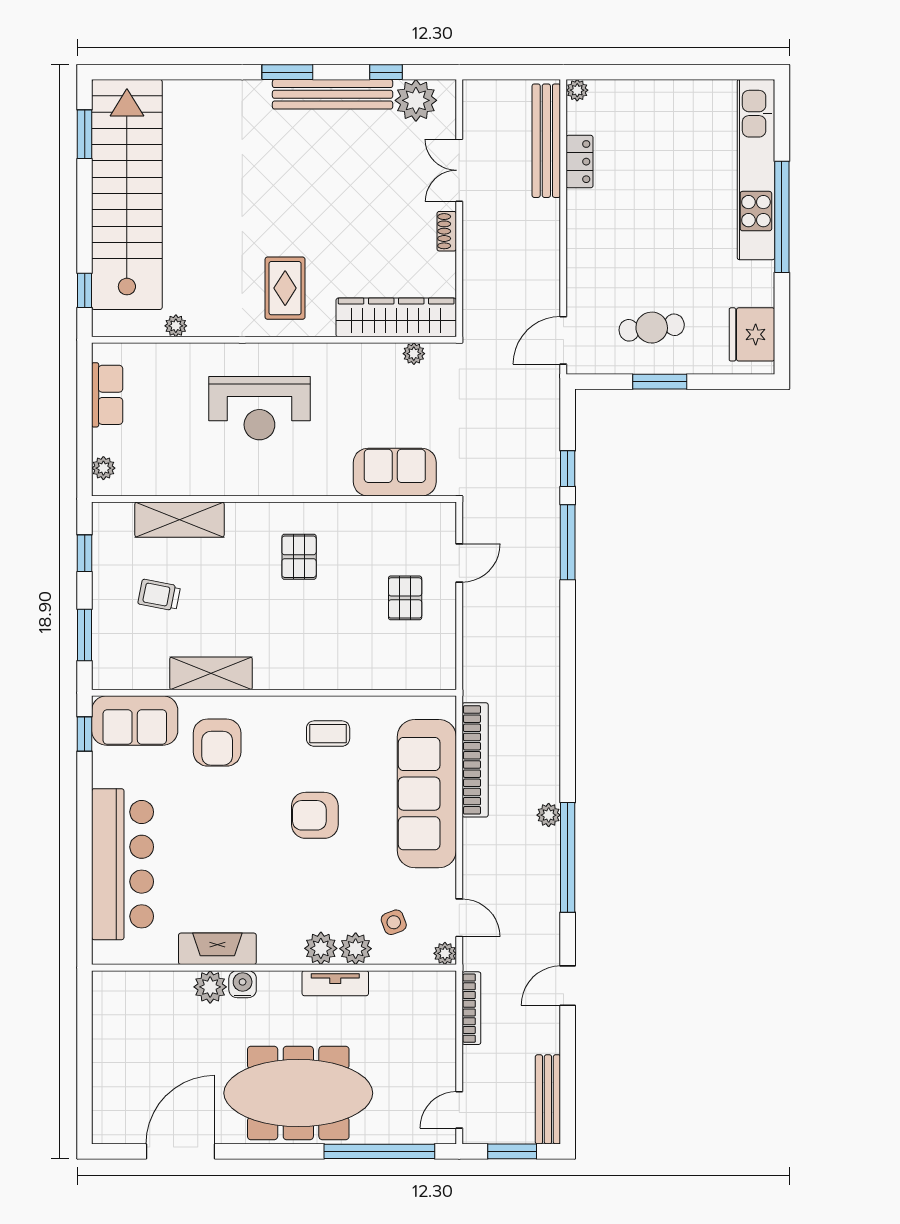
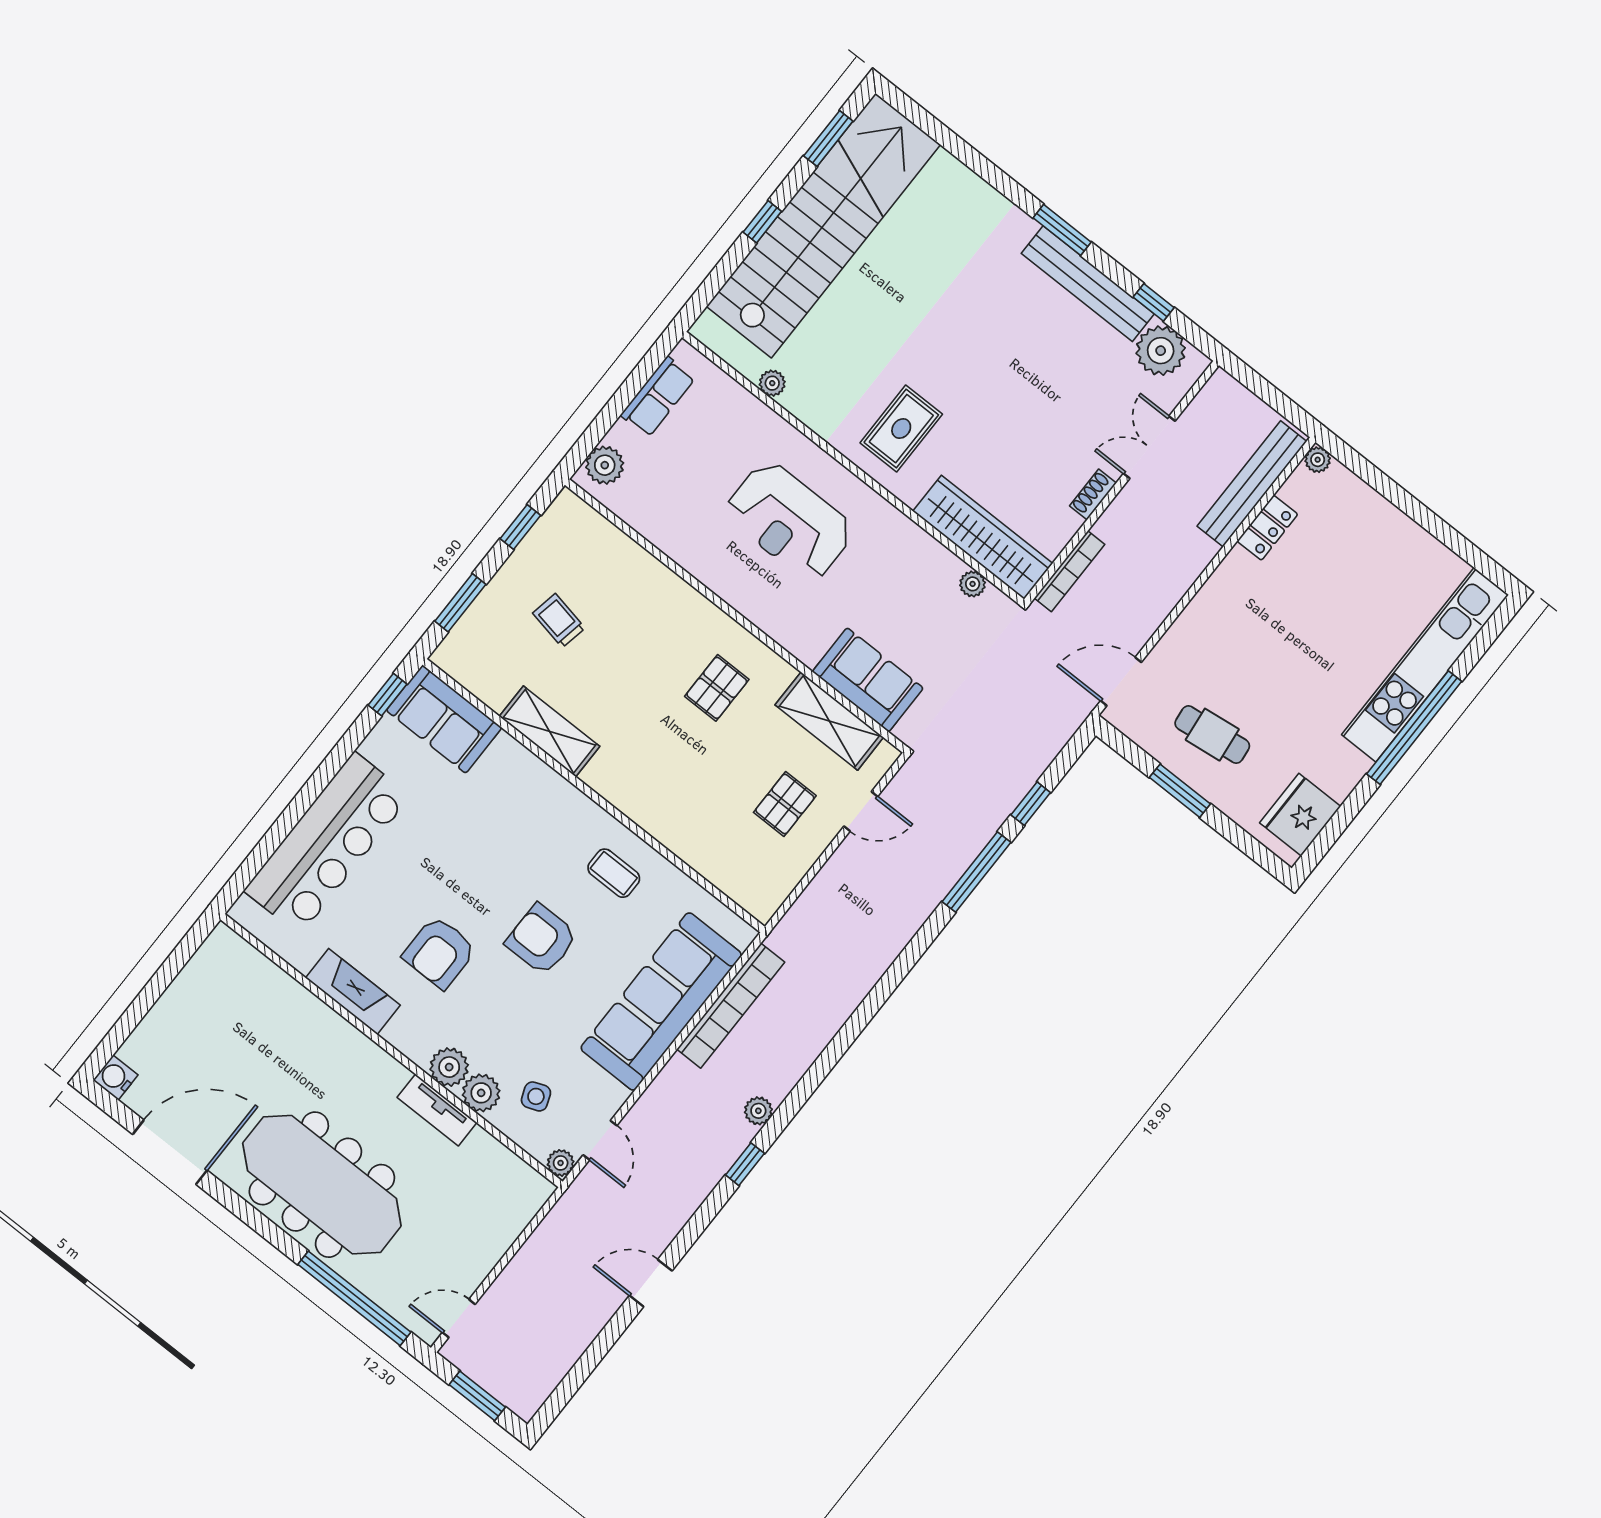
window: (85, 290) -> (762, 222), moved
plant: (103, 468) -> (605, 465), width x1.38, depth x1.38
shelving: (179, 520) -> (829, 721), moved
armchair: (217, 743) -> (439, 952), moved
window: (568, 857) -> (745, 1164), width x0.32
water cooler: (243, 984) -> (116, 1078), moved, turned -90
plant: (210, 987) -> (318, 1022), removed
bookcase: (471, 1008) -> (1070, 571), moved
bench: (548, 1099) -> (549, 1374), removed

